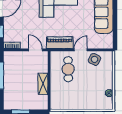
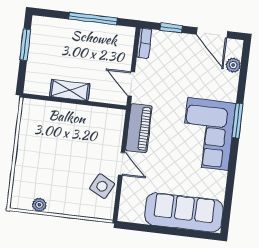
door: (35, 50) -> (131, 84), swing flipped
cafe table: (68, 69) -> (90, 138), removed

